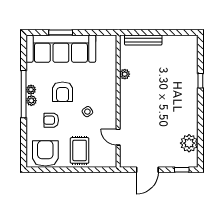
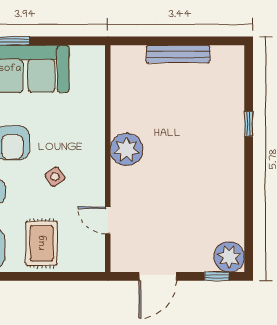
bench: (143, 40) -> (178, 54), moved
plant: (125, 74) -> (127, 150), moved, width x1.87, depth x1.87
plant: (189, 143) -> (229, 257), moved

